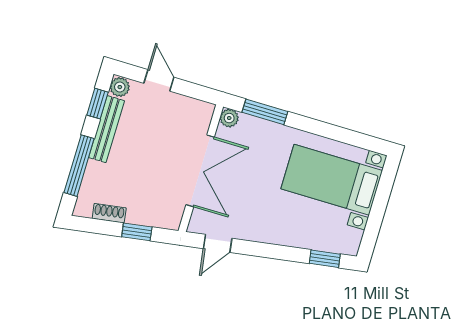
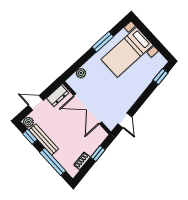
dresser: (192, 109) -> (58, 96), added
window: (265, 112) -> (103, 42), moved
plant: (229, 118) -> (81, 73), moved
double door: (200, 171) -> (88, 109), swing flipped

